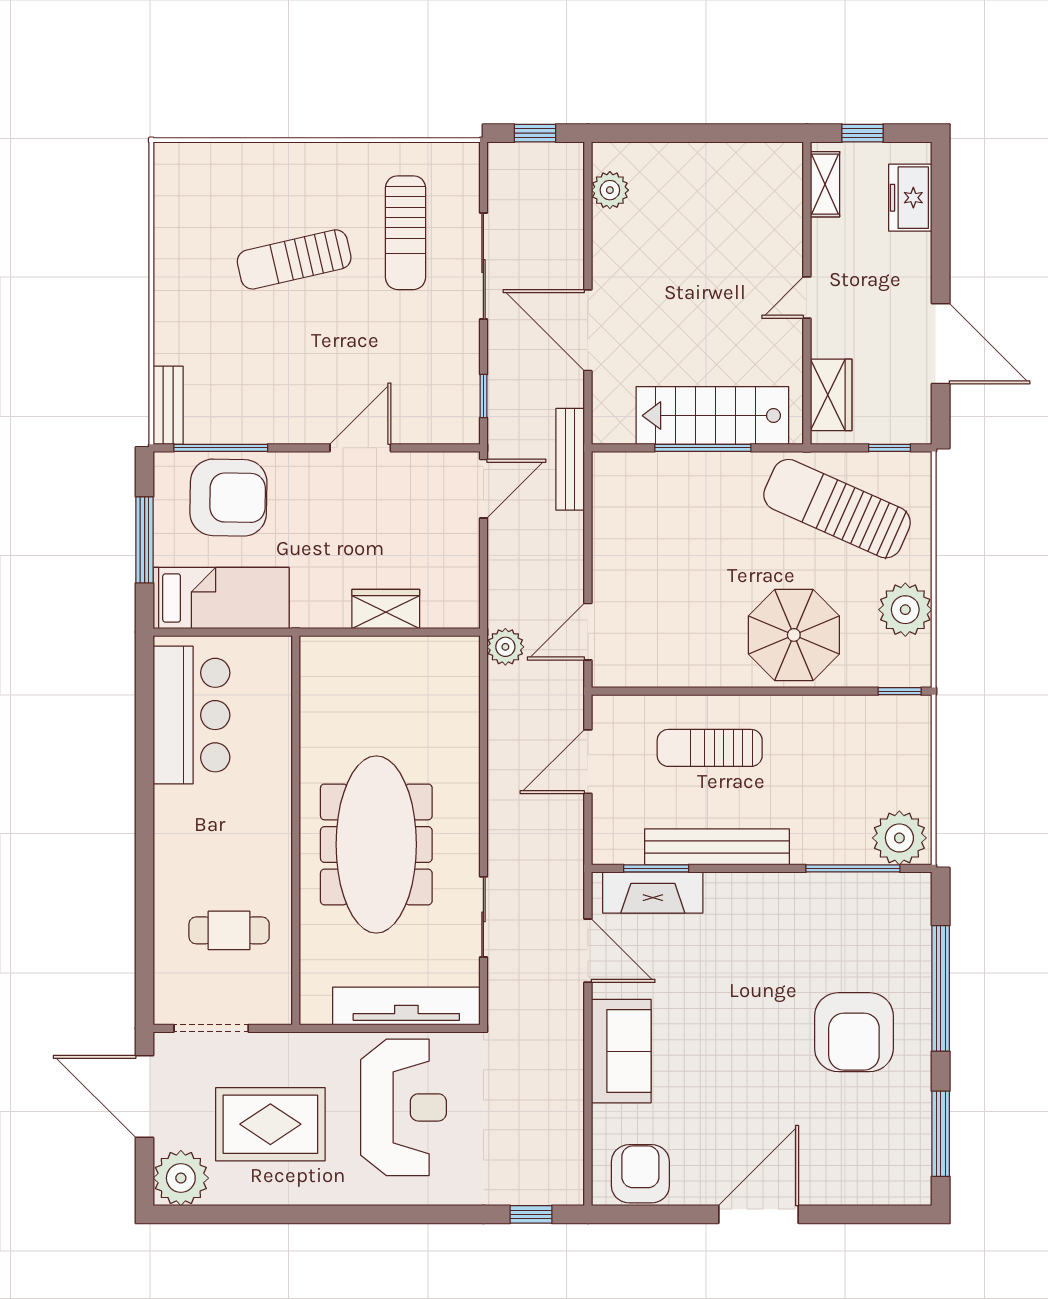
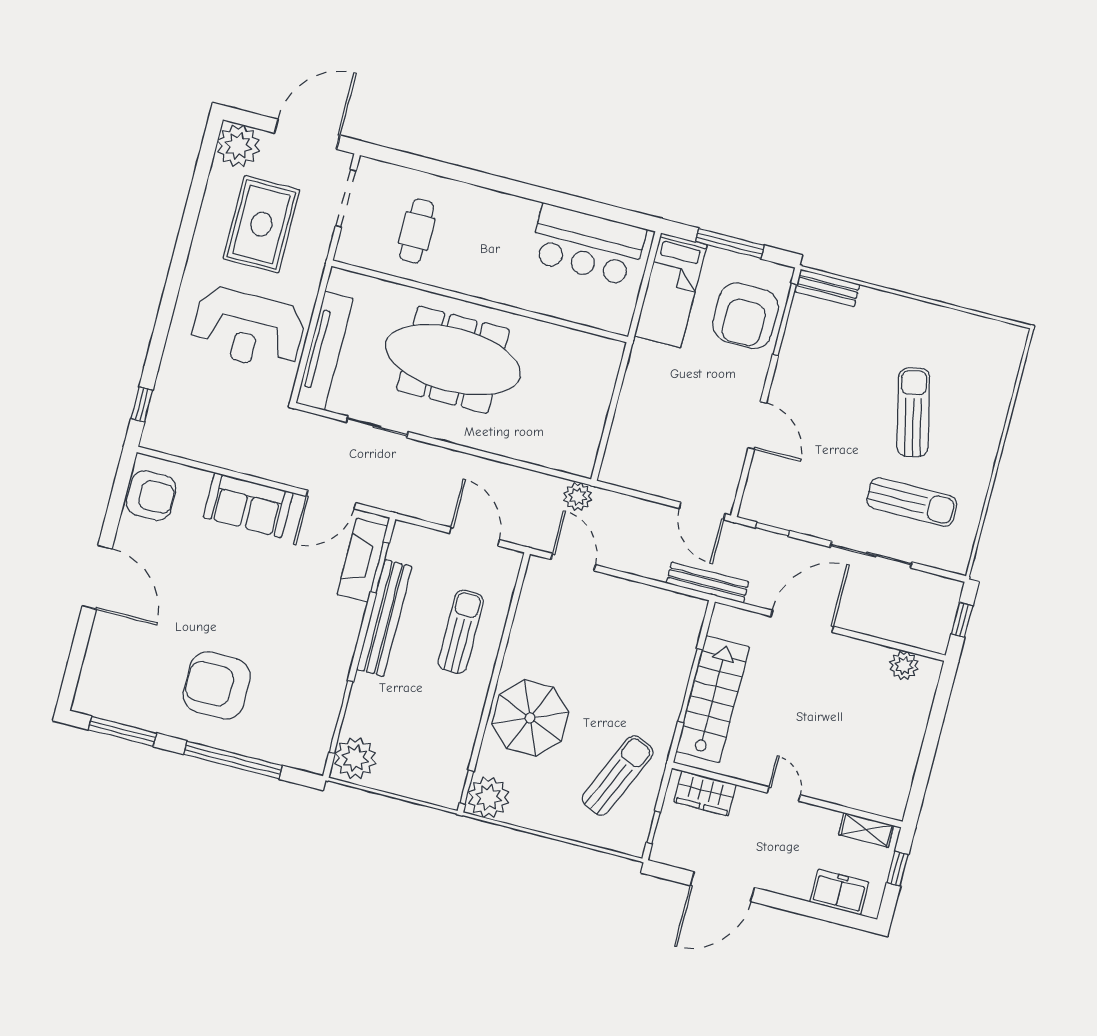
sun lounger: (405, 233) -> (912, 502), turned 180
sun lounger: (837, 509) -> (618, 775), width x0.73, depth x0.75
wardrobe: (386, 609) -> (630, 413), removed
plant: (905, 610) -> (488, 797), moved

